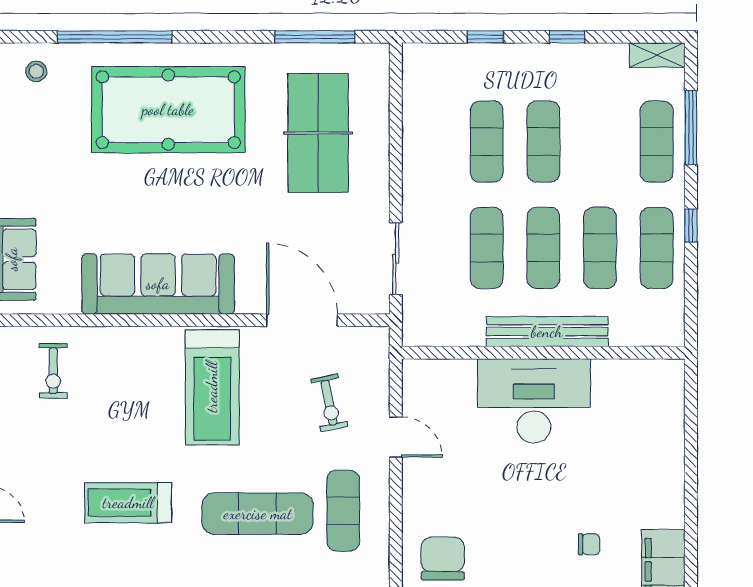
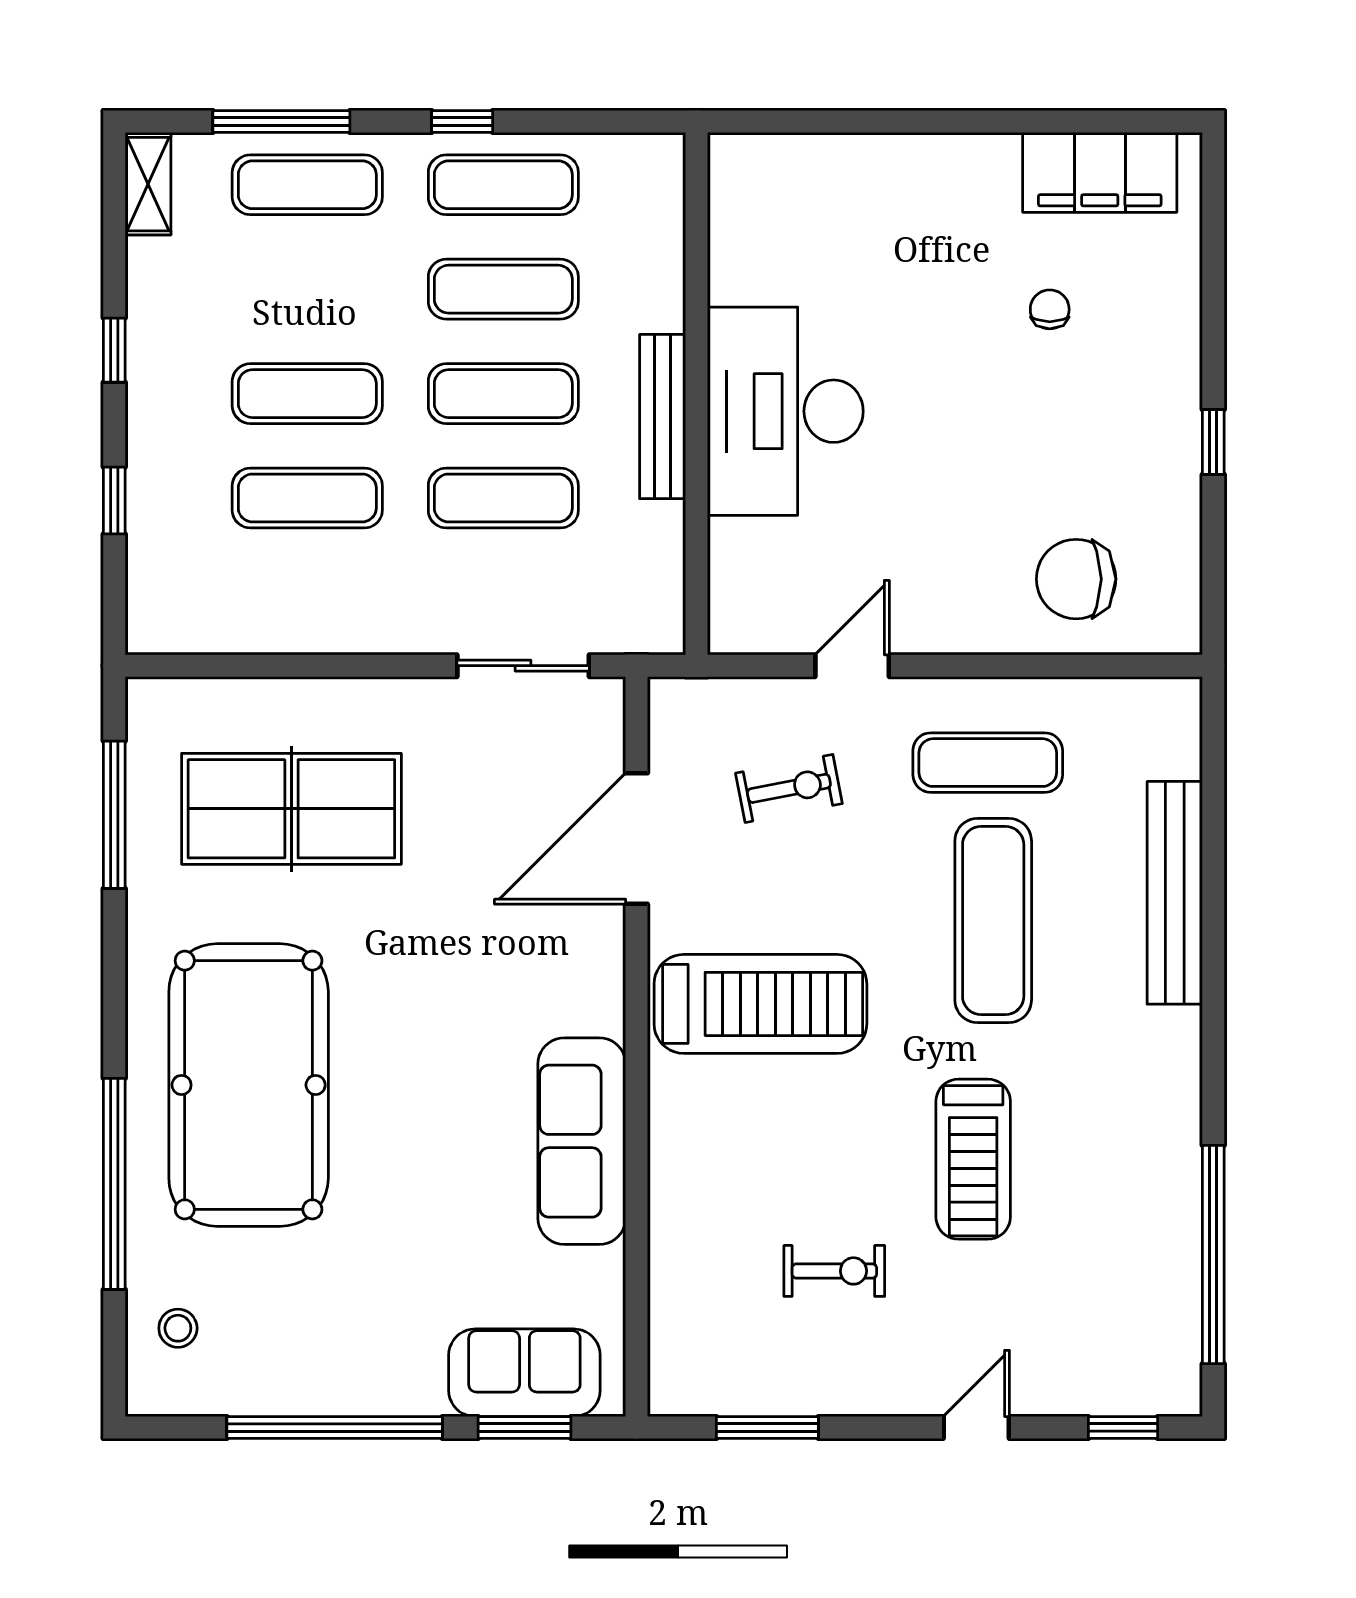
sofa: (158, 284) -> (582, 1141), width x0.74, depth x0.79
bench: (547, 332) -> (663, 417), width x0.73, depth x0.82
exercise bike: (53, 371) -> (834, 1271), moved

